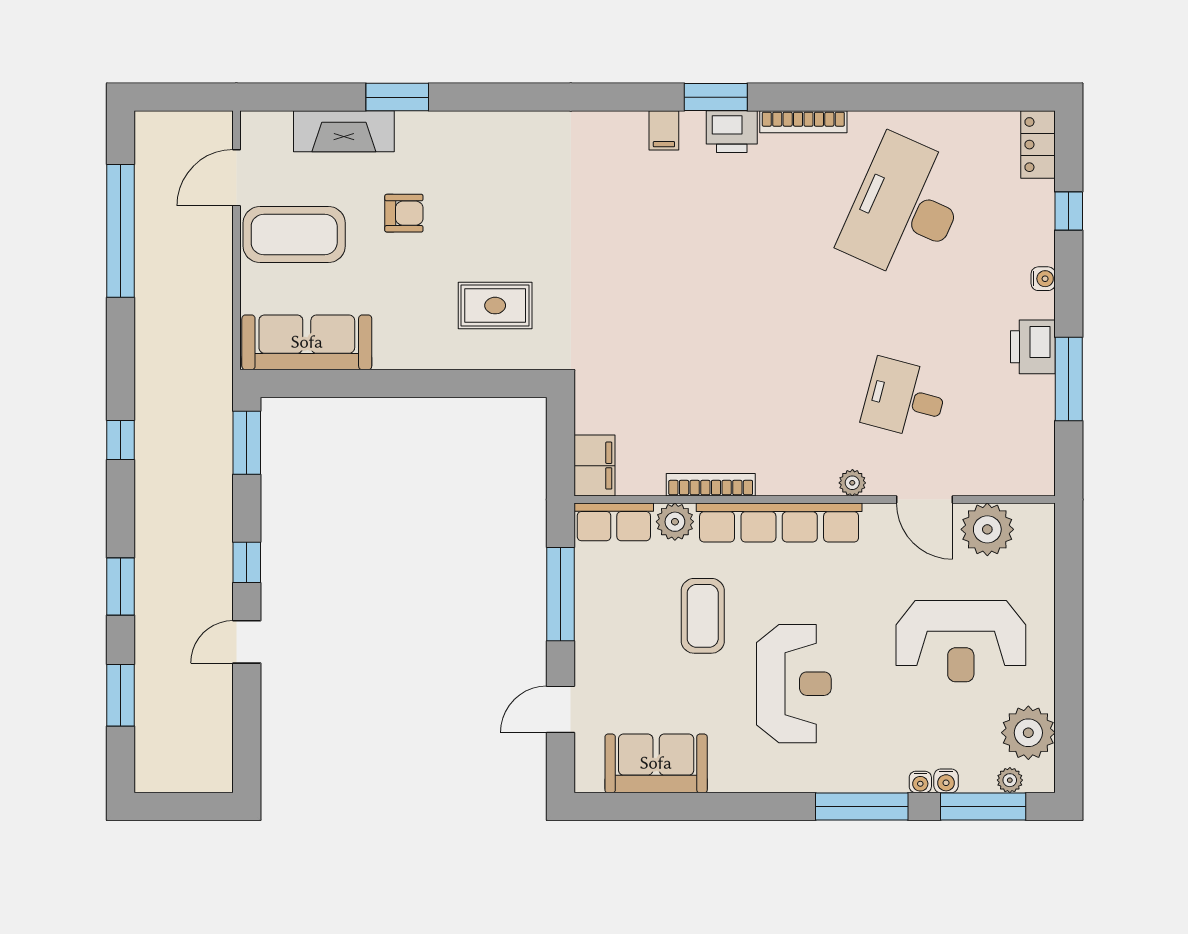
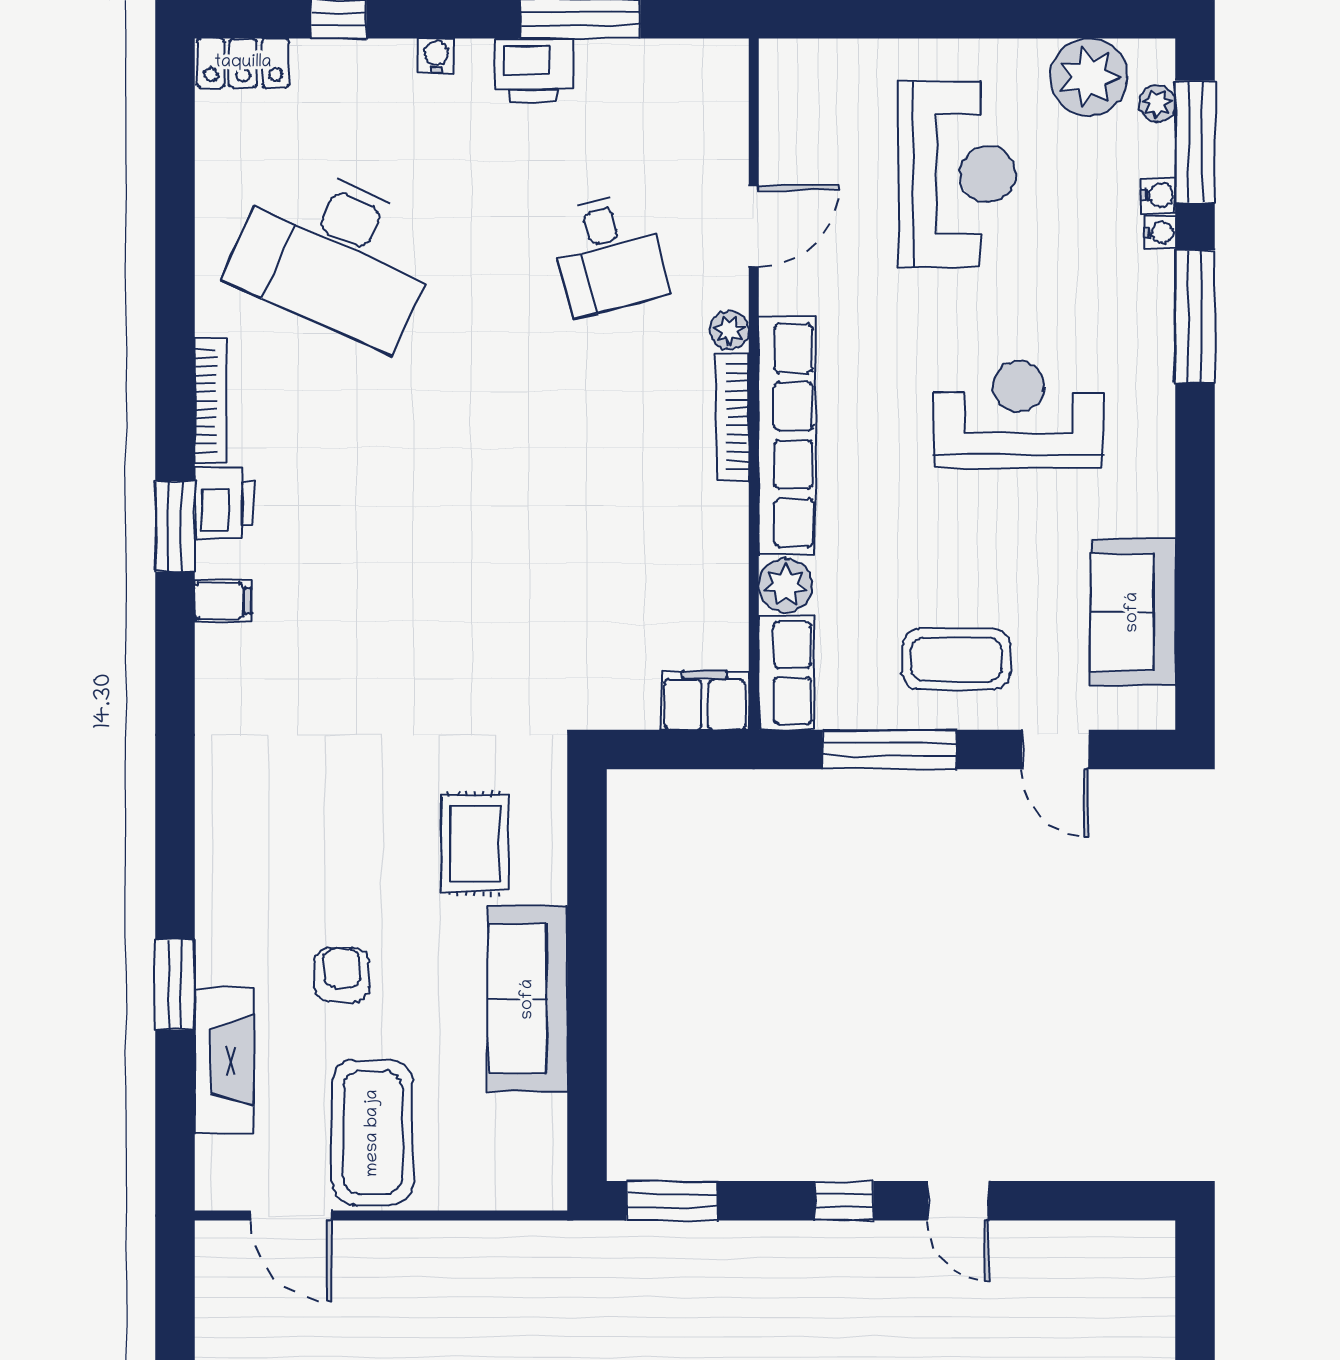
sofa: (307, 342) -> (528, 999), moved
desk: (905, 399) -> (608, 254), turned -30
bookcase: (711, 485) -> (732, 417), moved
plant: (987, 529) -> (797, 136), removed
coffee table: (703, 616) -> (956, 659), moved

